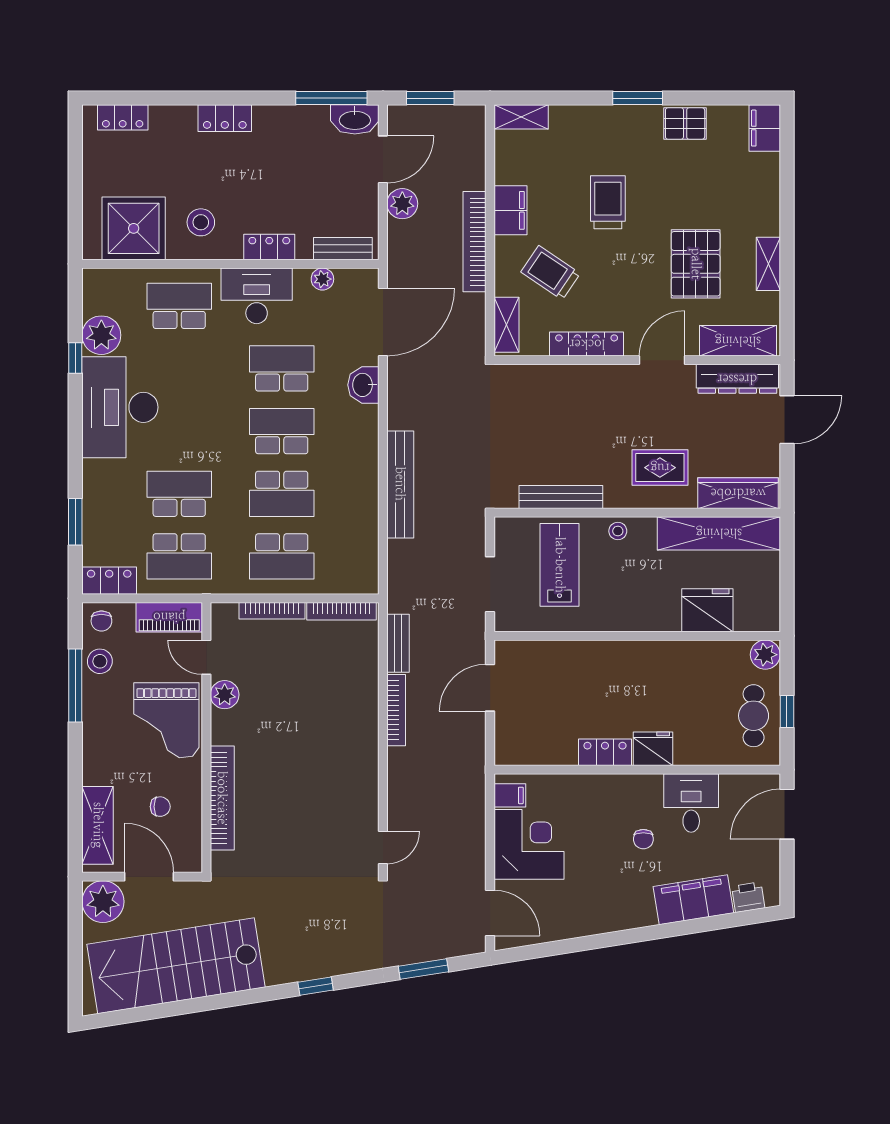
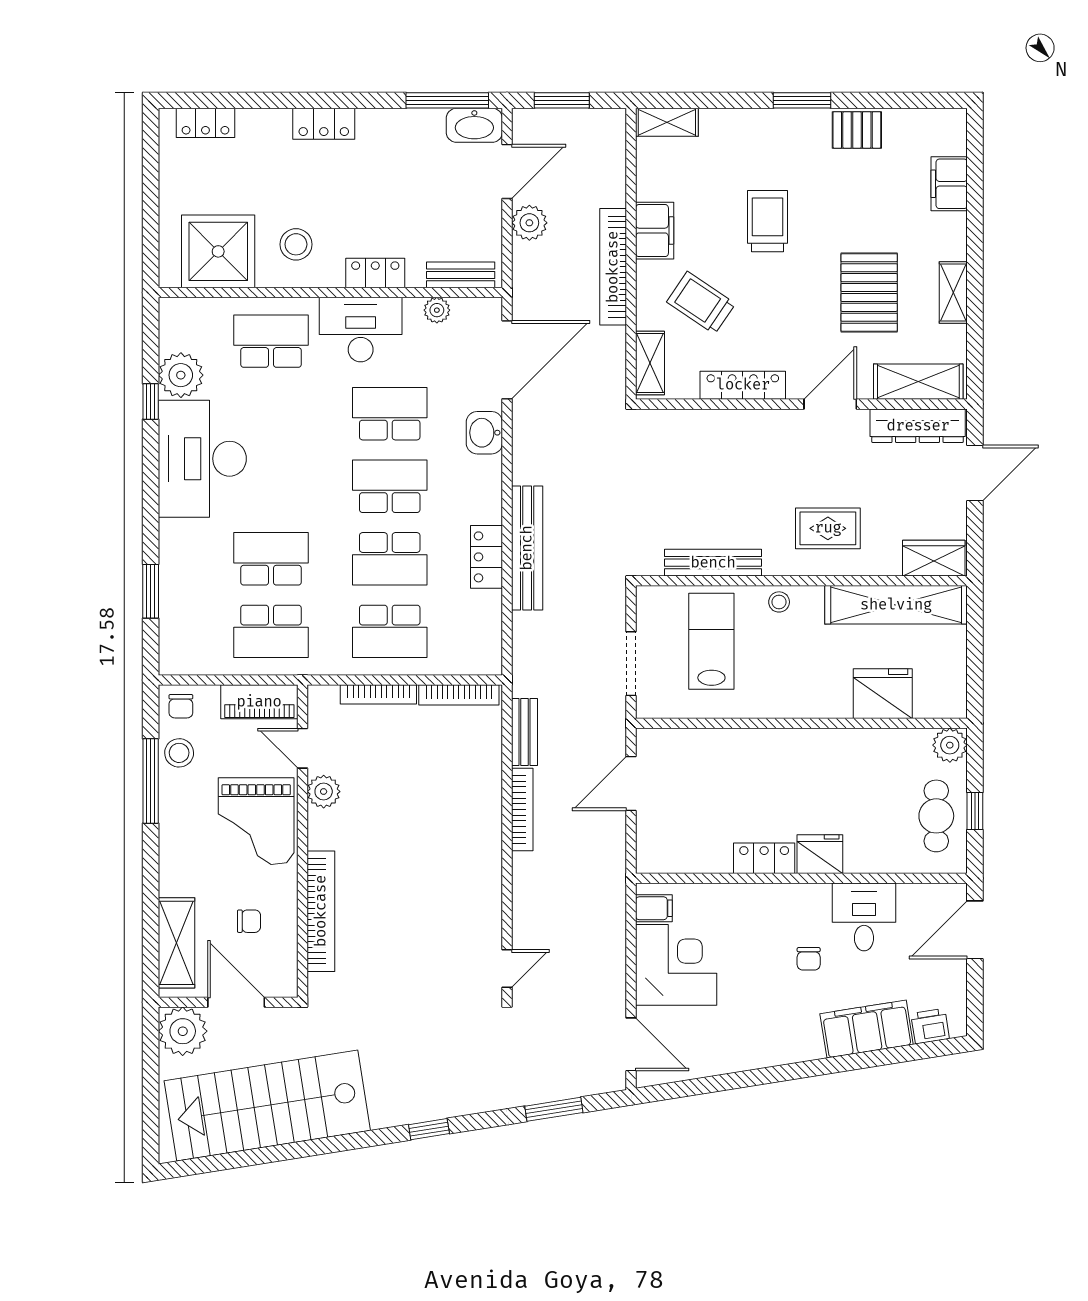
filing cabinet: (765, 128) -> (949, 184), moved
wardrobe: (738, 493) -> (934, 558), width x0.67
locker: (109, 581) -> (486, 557), moved, turned -90

